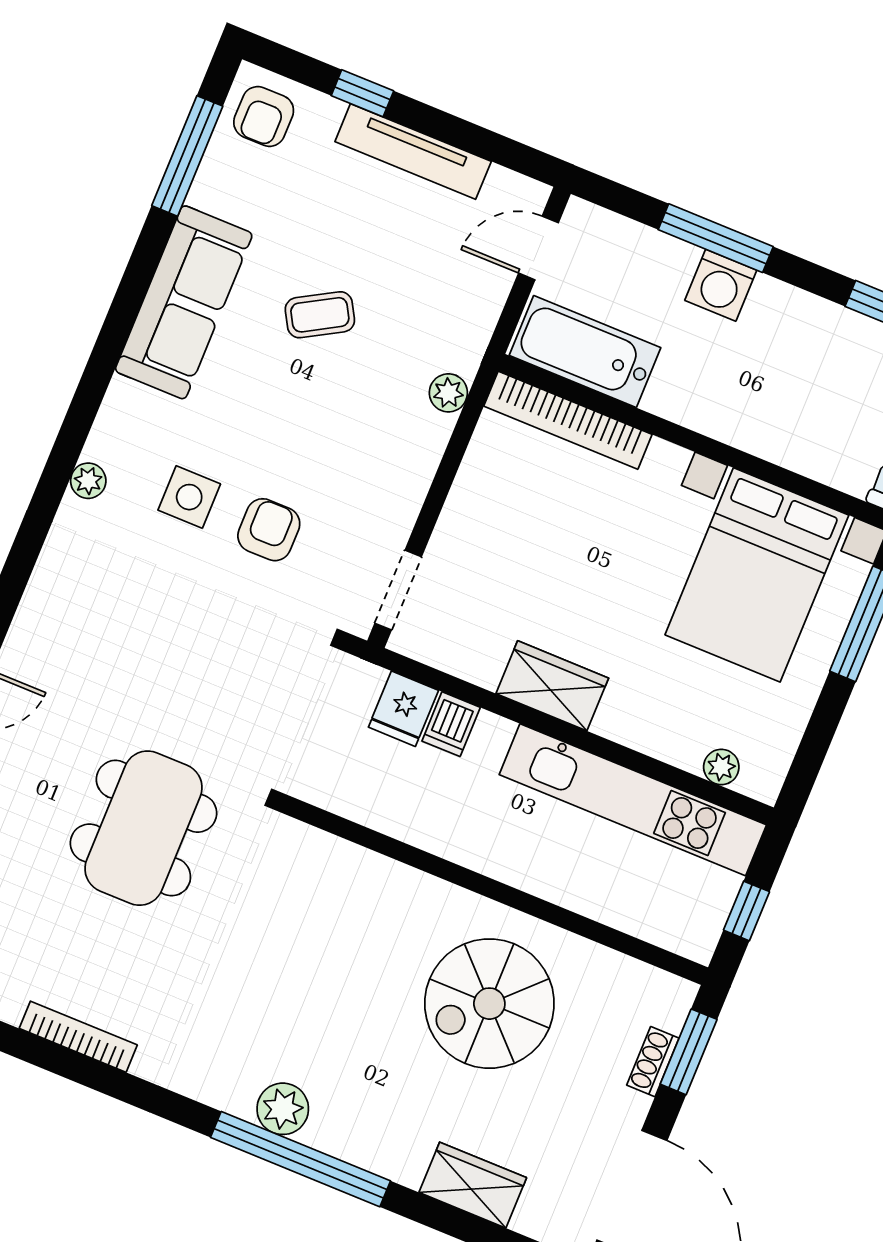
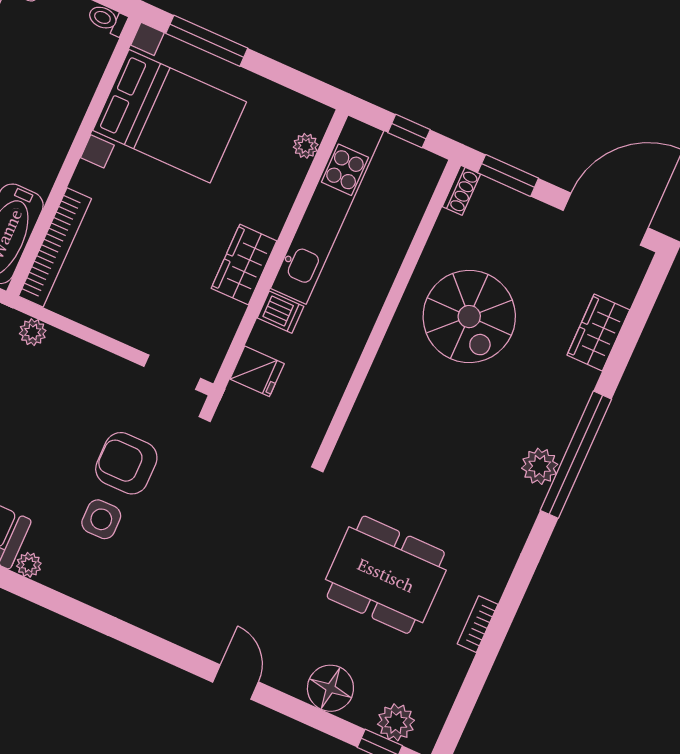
plant: (88, 481) -> (29, 565), moved
armchair: (269, 530) -> (126, 463), width x1.38, depth x1.38
dishwasher: (451, 724) -> (281, 312), moved
dining table: (143, 828) -> (386, 575), moved
bookcase: (78, 1037) -> (478, 624), width x0.64
shoe rack: (653, 1062) -> (461, 190), moved, turned -90

